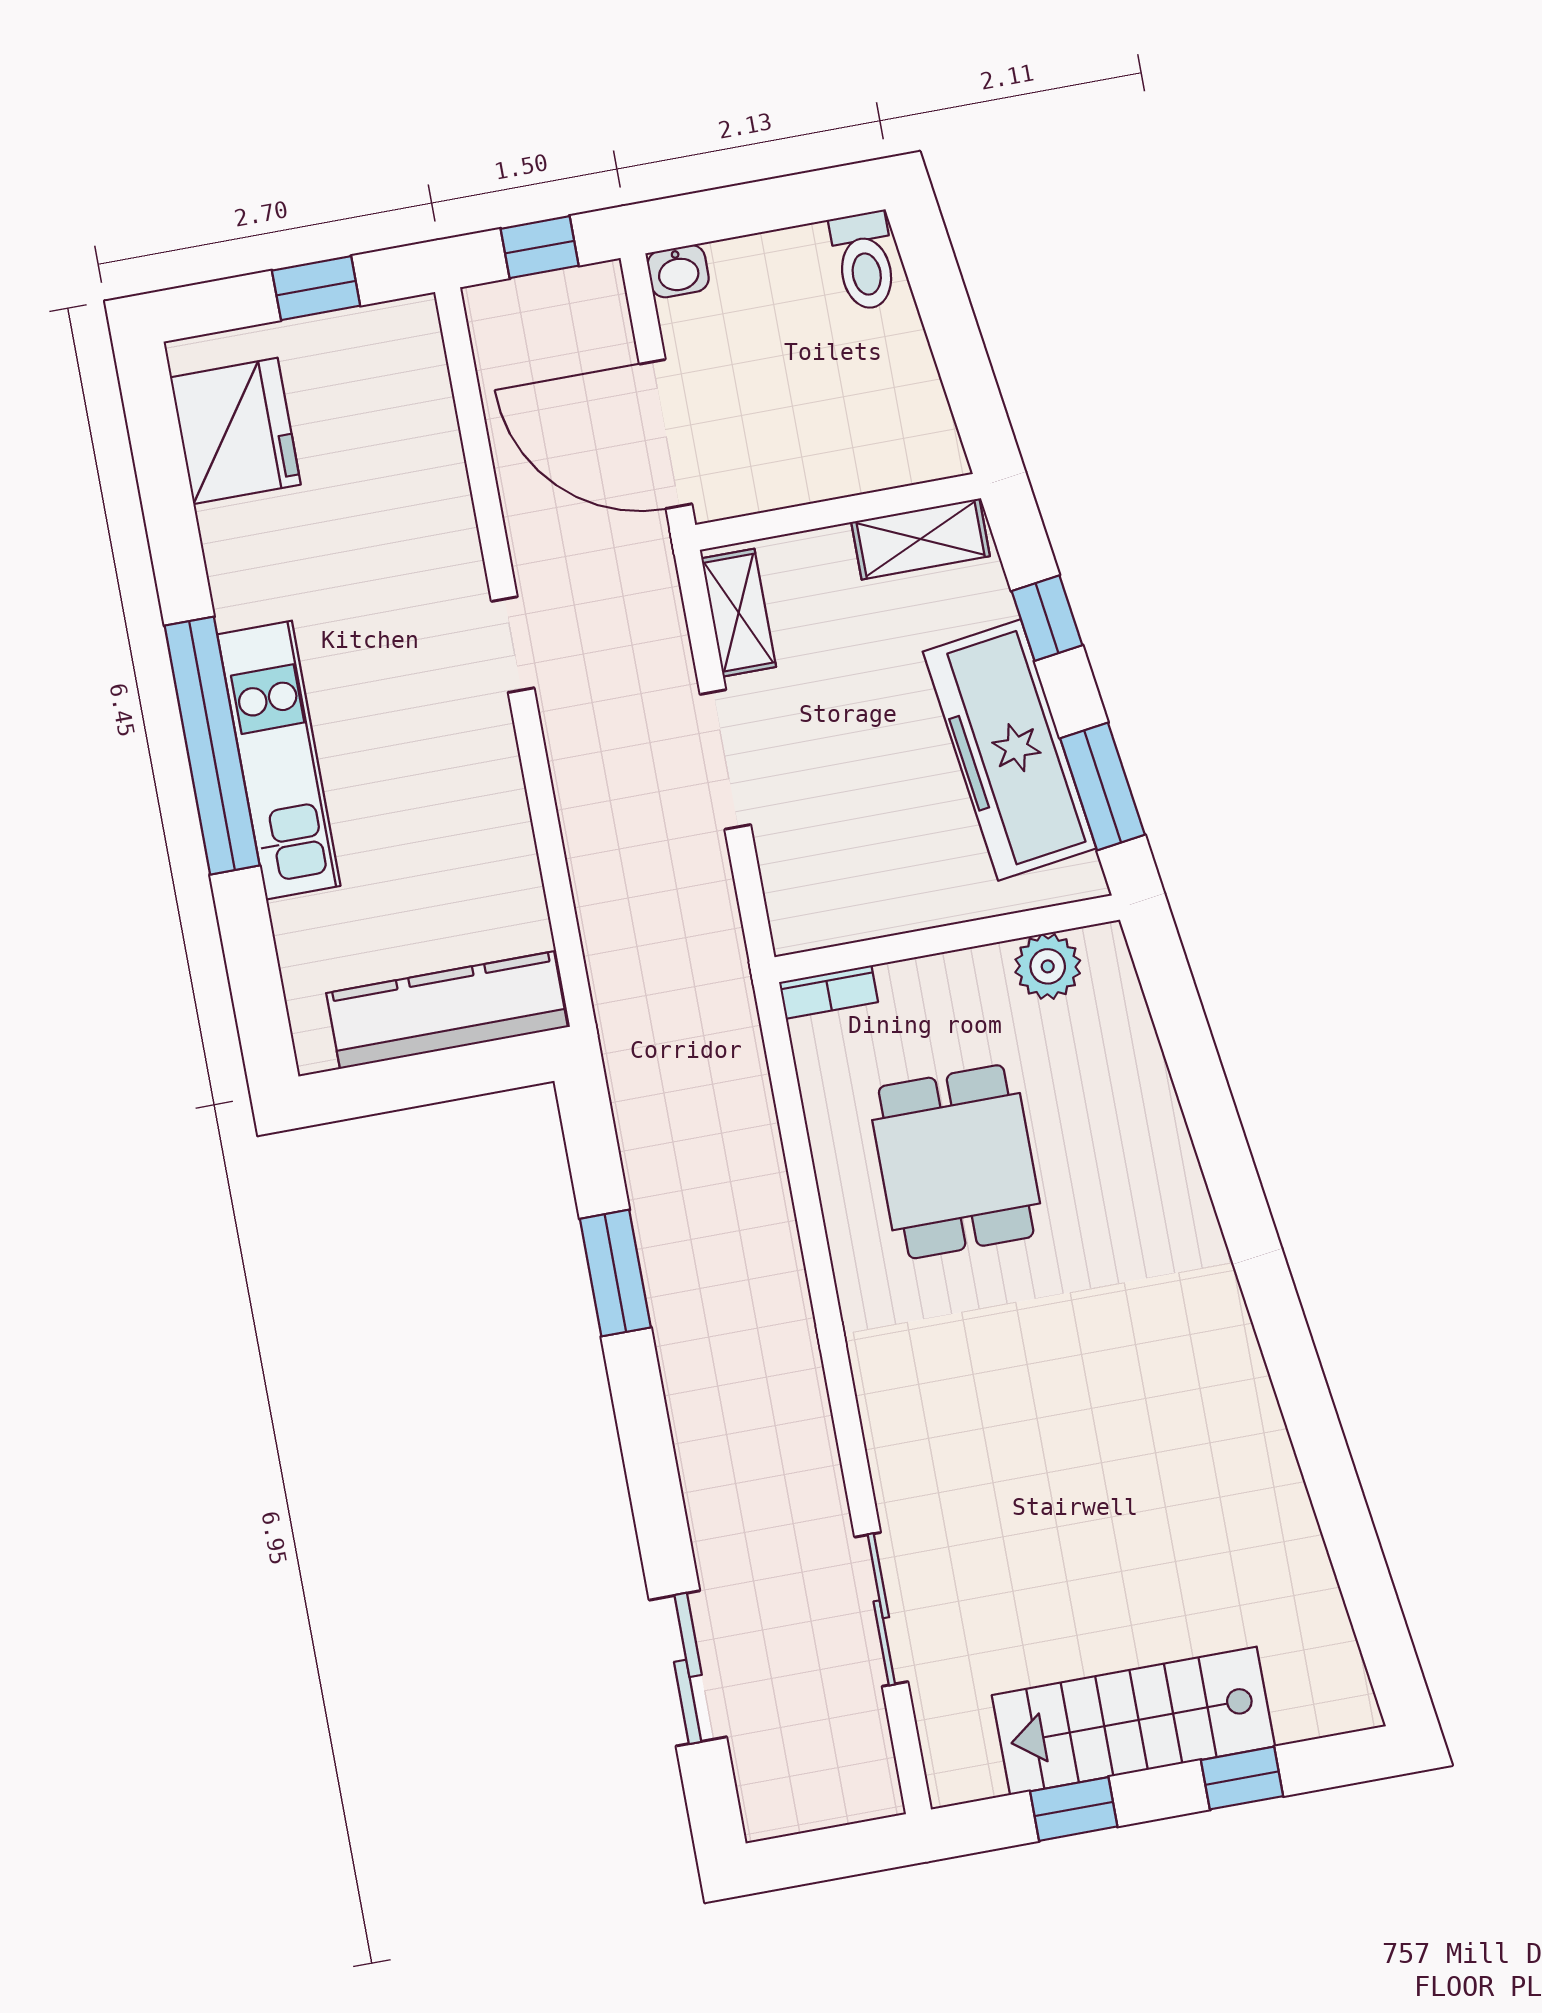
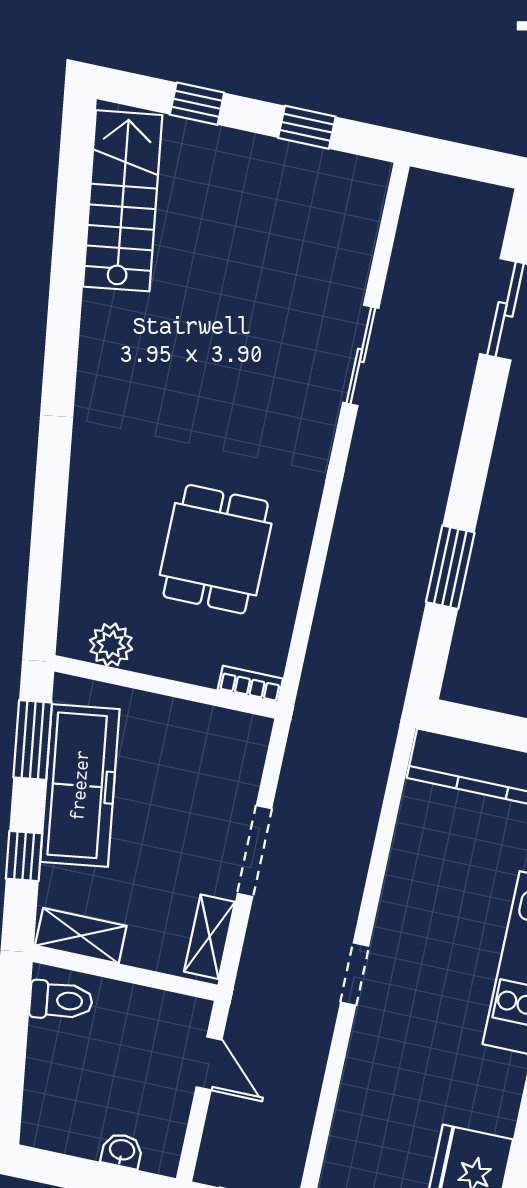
toilet: (864, 261) -> (61, 1000), moved, turned 82
washbasin: (678, 271) -> (122, 1151), moved
door: (666, 434) -> (209, 1063), width x0.53
sliding door: (881, 1609) -> (361, 355), moved
stairs: (1133, 1721) -> (123, 201), moved, turned -98

